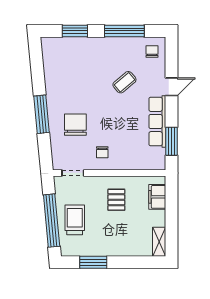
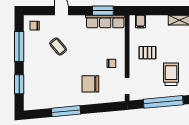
window: (42, 114) -> (66, 111), moved
row of seats: (157, 122) -> (105, 21), moved
filing cabinet: (157, 197) -> (140, 22), width x0.50
trolley: (75, 220) -> (171, 74), moved, turned 90

